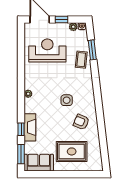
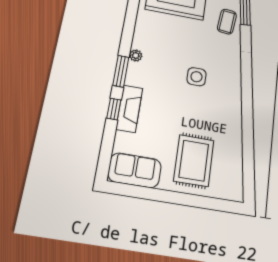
armchair: (81, 122) -> (216, 115), removed
rug: (72, 151) -> (194, 161), turned 90
window: (21, 154) -> (121, 71), moved

